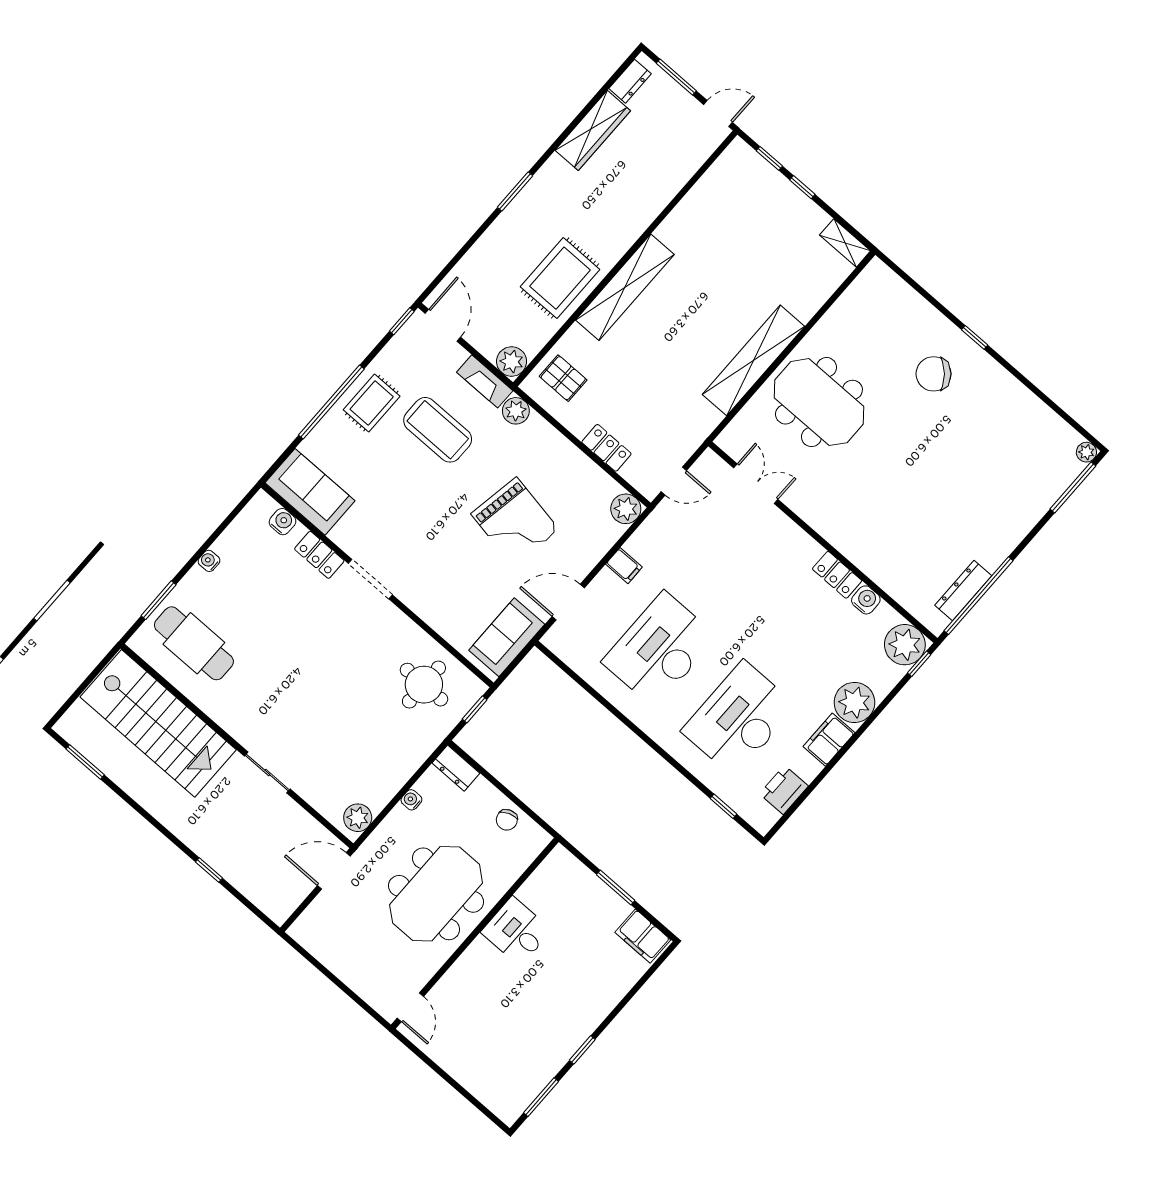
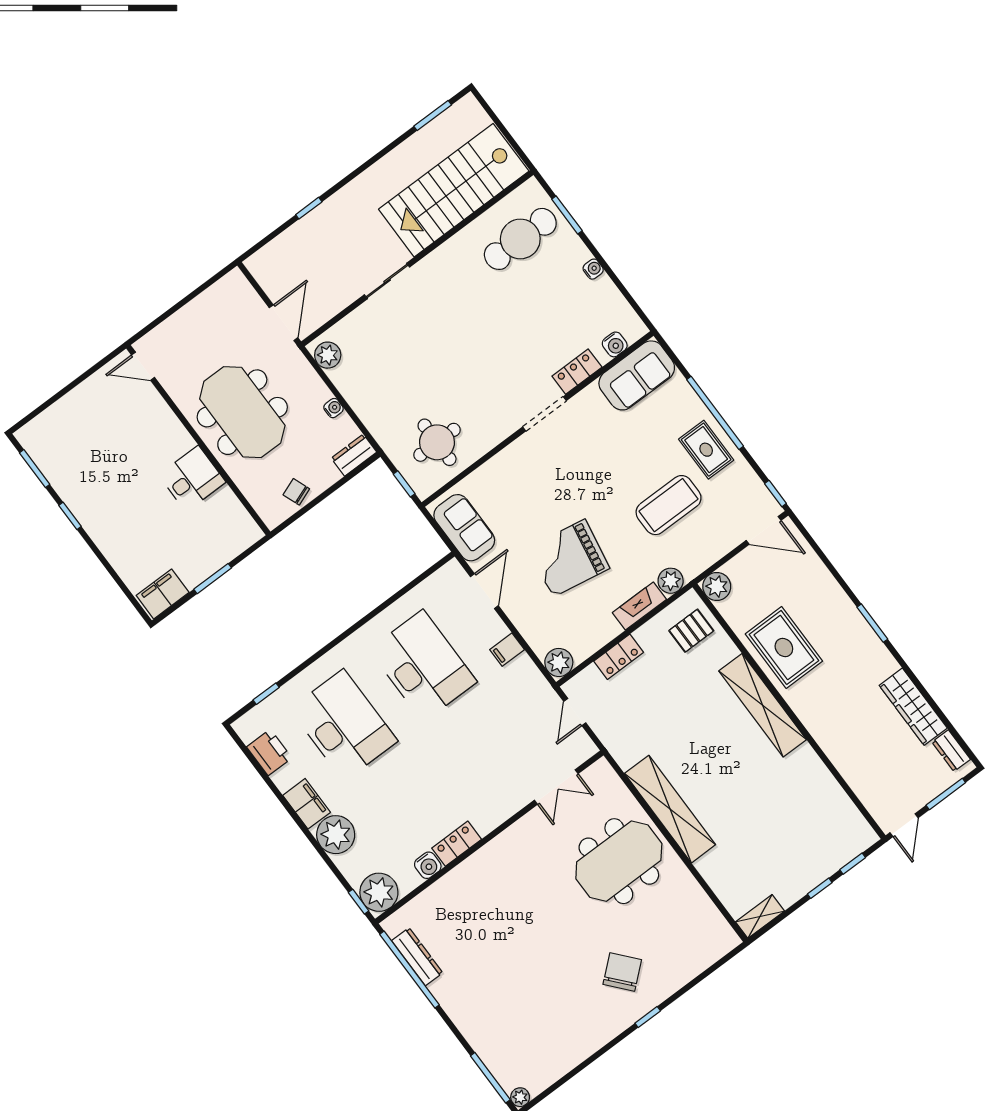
fireplace: (485, 381) -> (639, 606), moved

